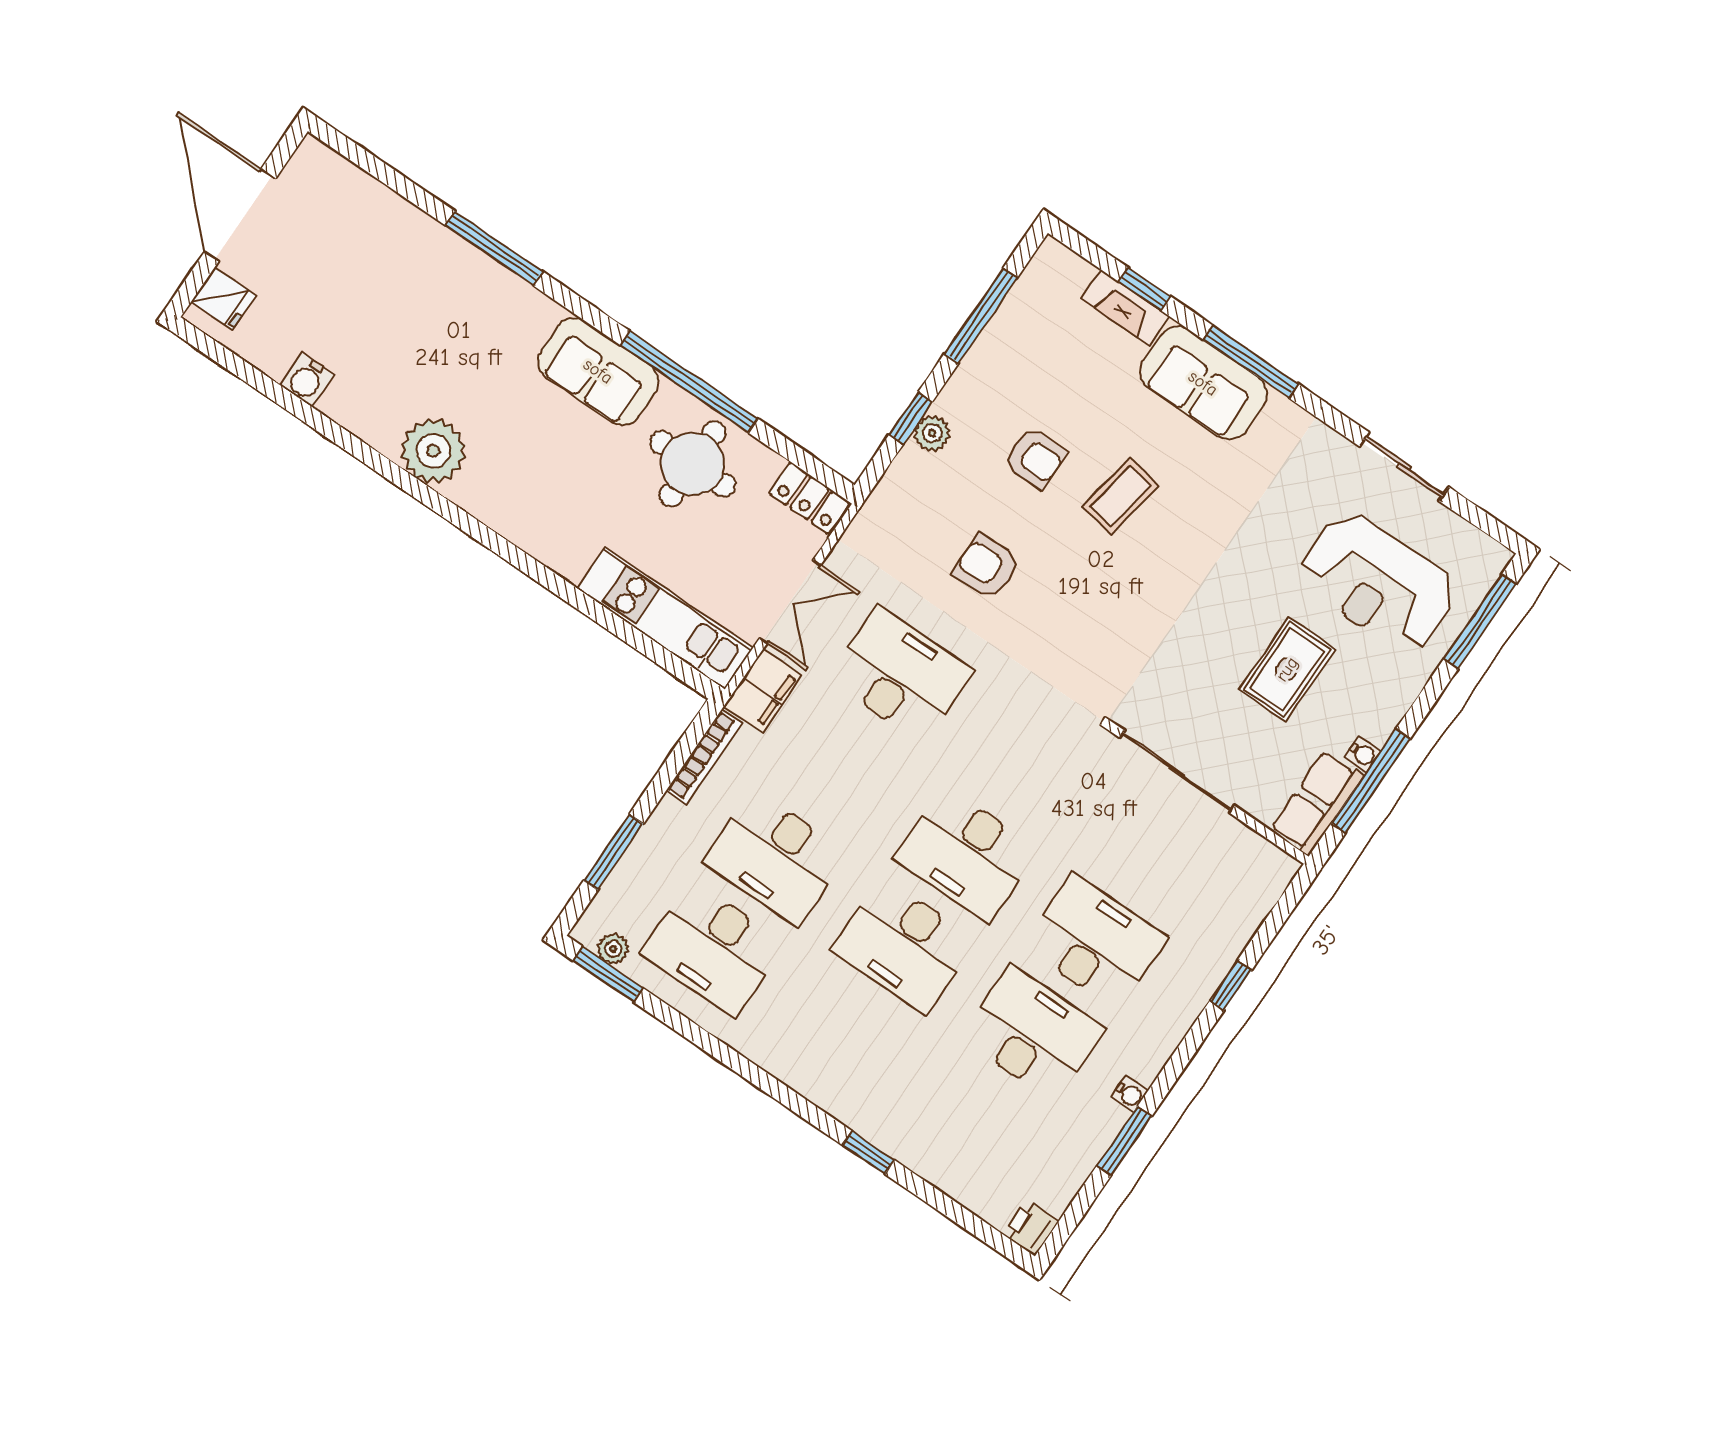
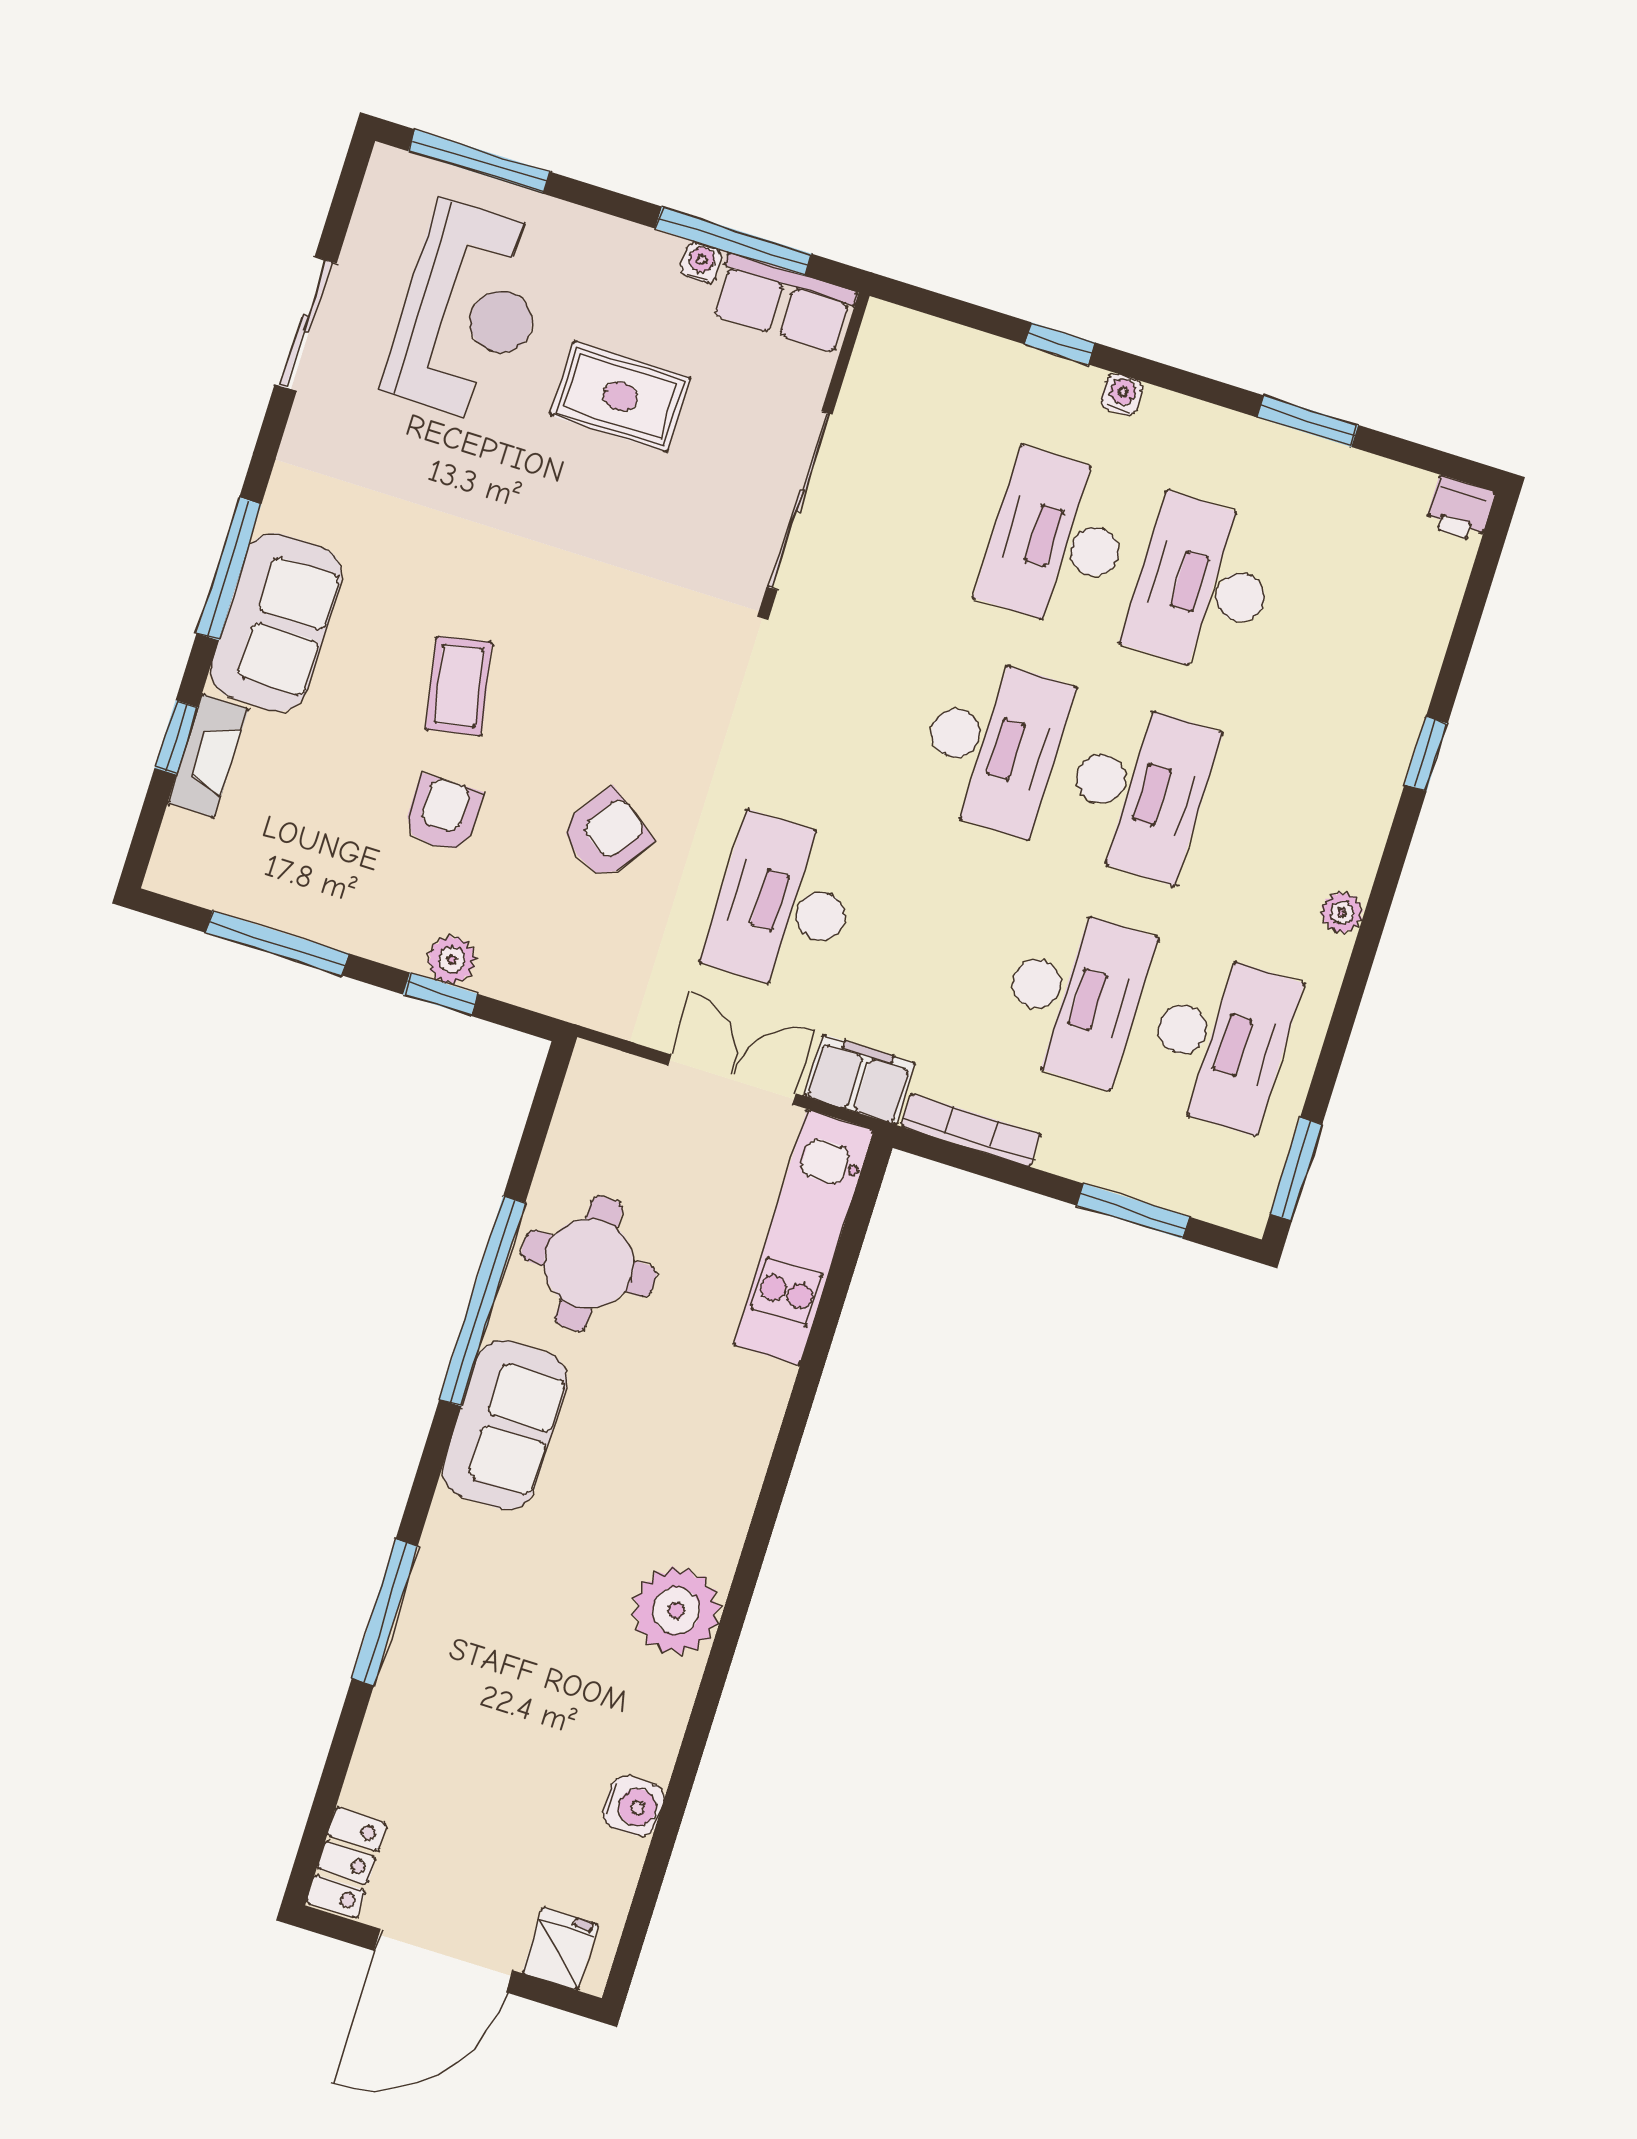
coffee table: (1121, 496) -> (459, 686), turned 69
locker: (809, 498) -> (346, 1863), moved
armchair: (987, 567) -> (606, 834), turned -144
plant: (613, 949) -> (1342, 913), moved
water cooler: (1130, 1094) -> (1122, 395), moved

